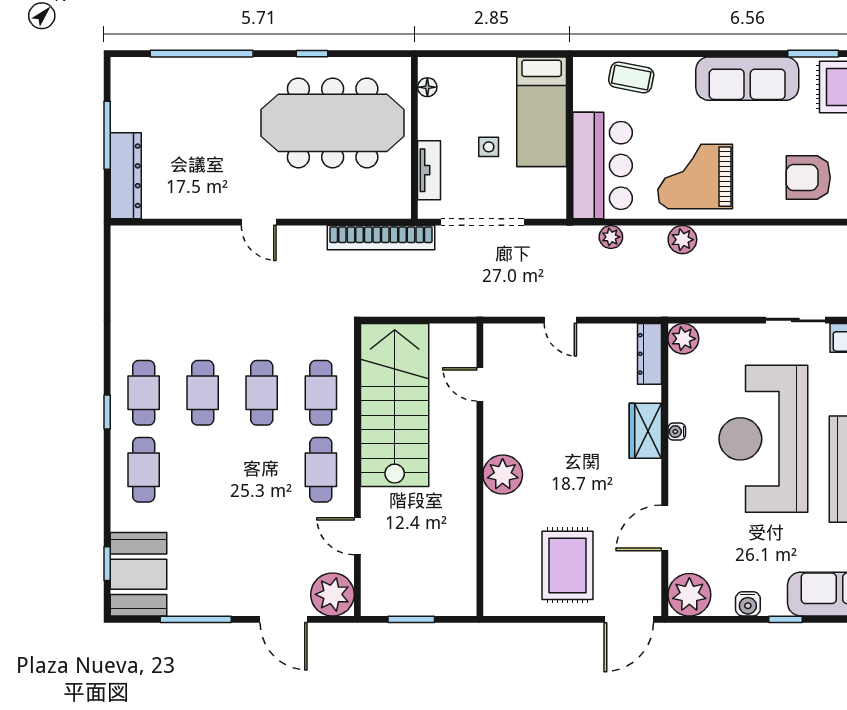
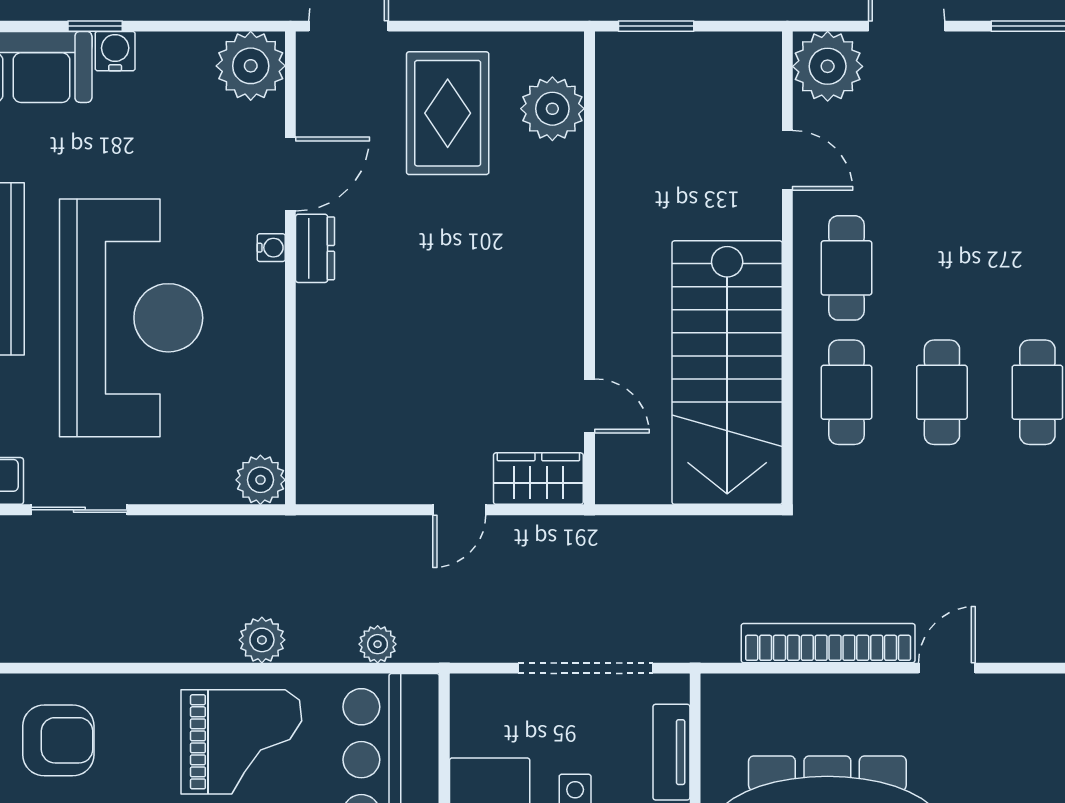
door: (259, 222) -> (947, 668), hinge flipped
bookcase: (381, 238) -> (828, 643), moved
door: (560, 320) -> (459, 510), swing flipped
dresser: (650, 354) -> (315, 248), moved, width x0.70
wardrobe: (645, 431) -> (538, 479), moved, turned -90
water cooler: (677, 432) -> (271, 248), moved
plant: (503, 474) -> (552, 109), moved
water cooler: (748, 604) -> (115, 51), moved
window: (411, 619) -> (656, 26), moved

